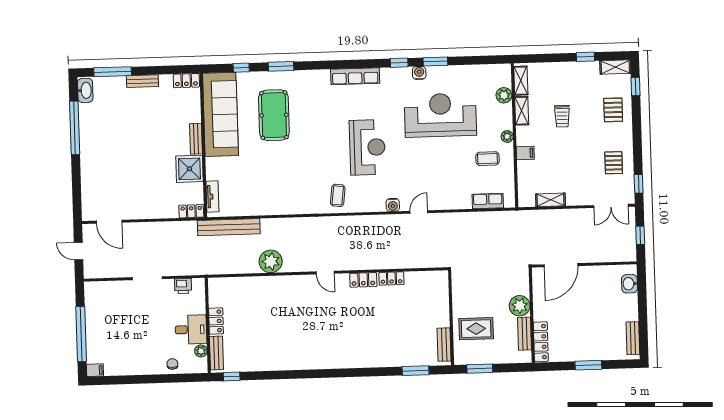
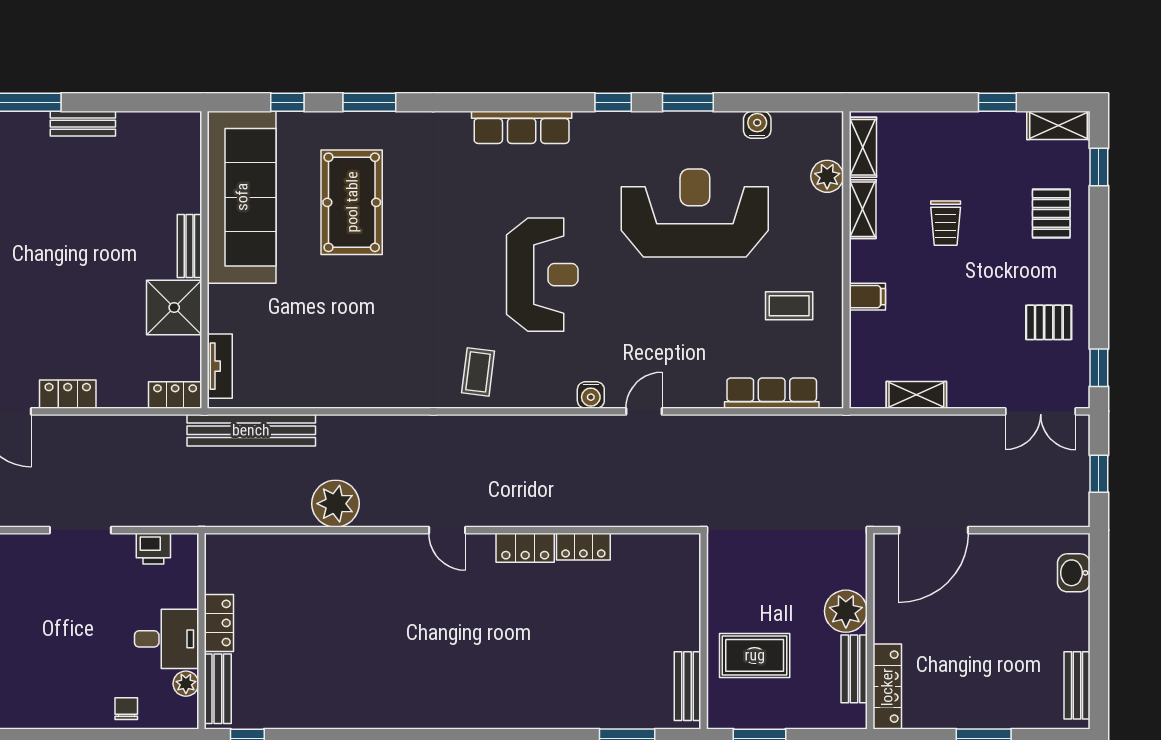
water cooler: (419, 73) -> (757, 125), moved
locker: (186, 81) -> (68, 394), moved, turned 180
plant: (507, 136) -> (831, 261), removed
pallet: (614, 163) -> (1049, 322), turned 90
row of seats: (488, 201) -> (772, 393), width x1.48

